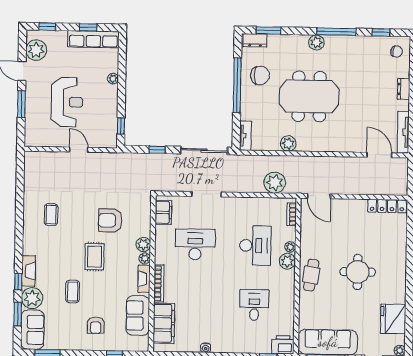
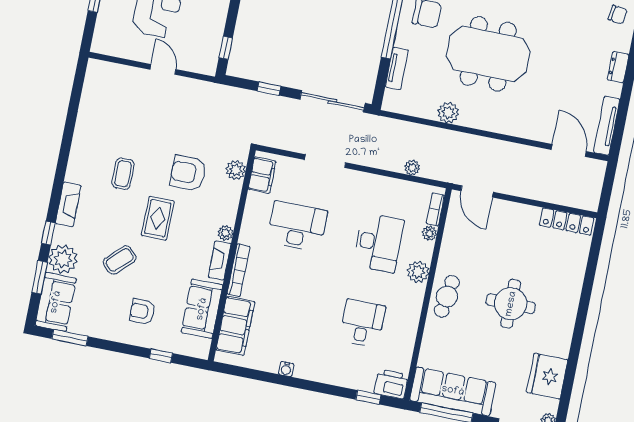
tv unit: (245, 136) -> (397, 69), moved
plant: (275, 183) -> (412, 168), width x0.53, depth x0.53
coffee table: (51, 215) -> (123, 174), moved
plant: (143, 244) -> (236, 170), moved
plant: (290, 247) -> (430, 233), moved
fireplace: (29, 271) -> (68, 204), moved
coffee table: (73, 291) -> (120, 260), turned 46
armchair: (96, 325) -> (142, 312), turned 90

